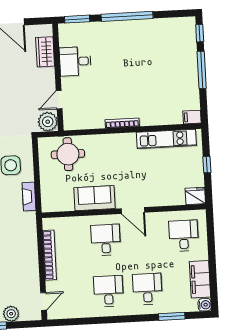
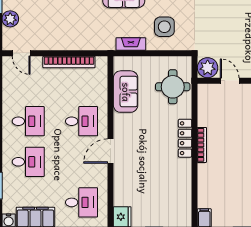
kitchen unit: (166, 139) -> (183, 190), removed
locker: (117, 140) -> (185, 138), added
sofa: (95, 198) -> (126, 92), moved

